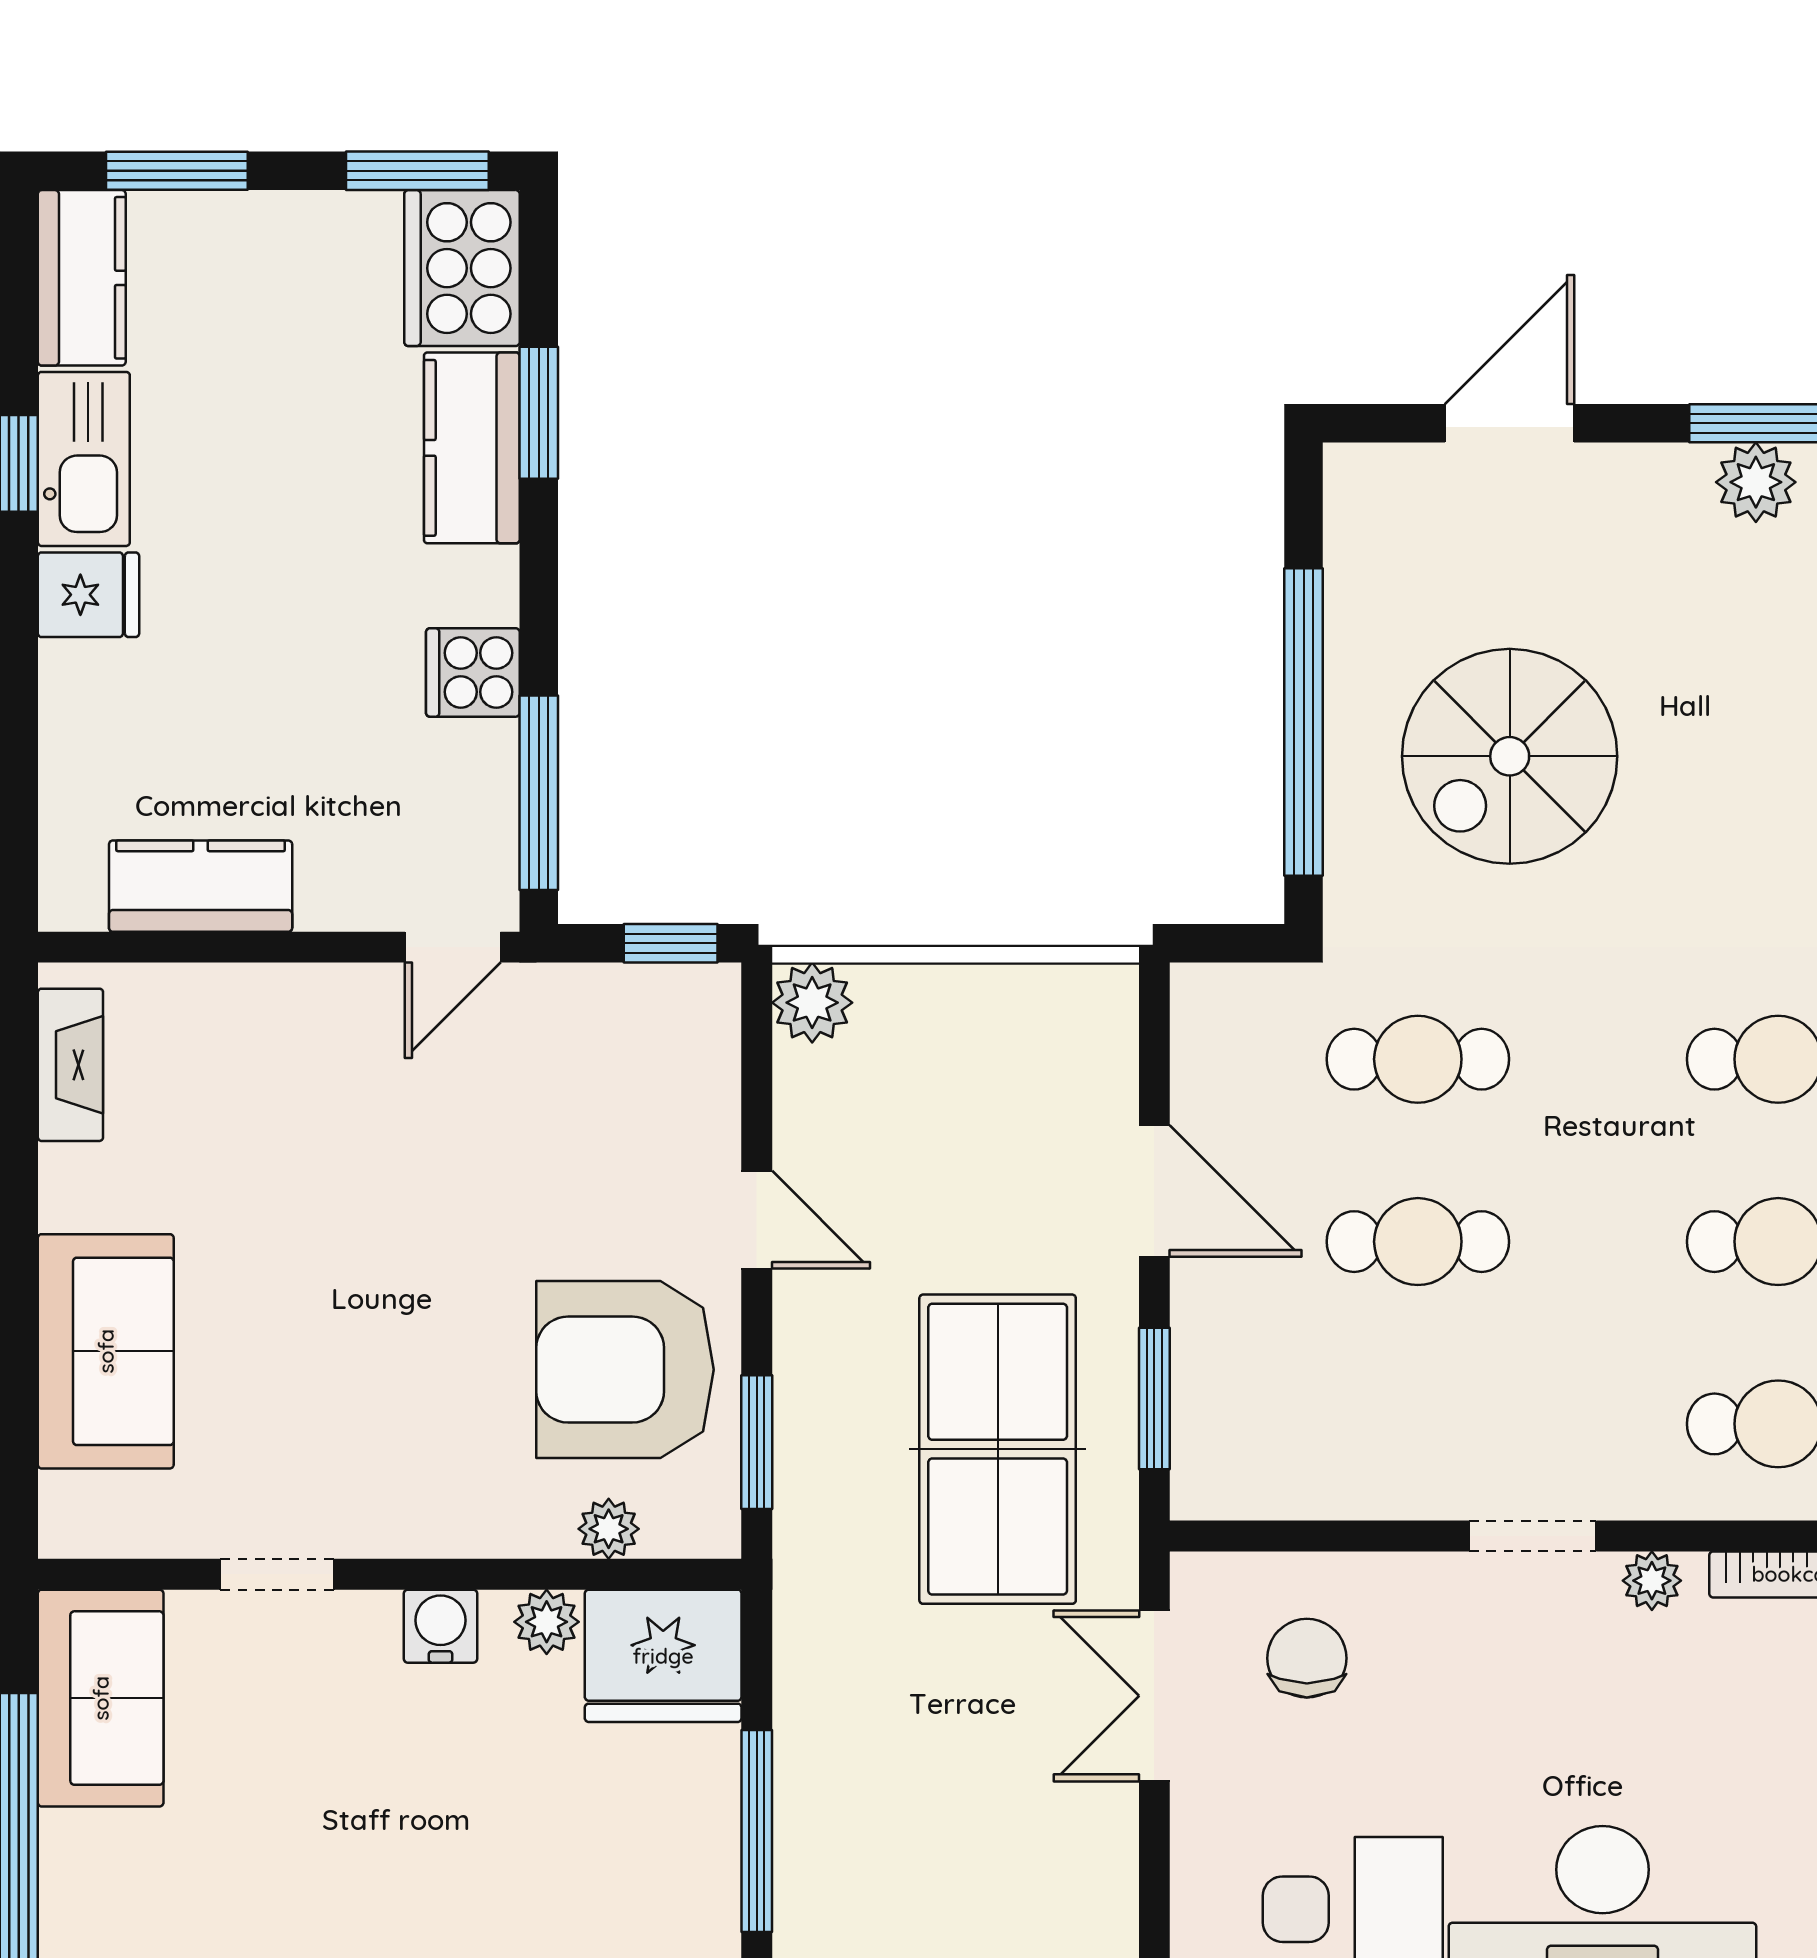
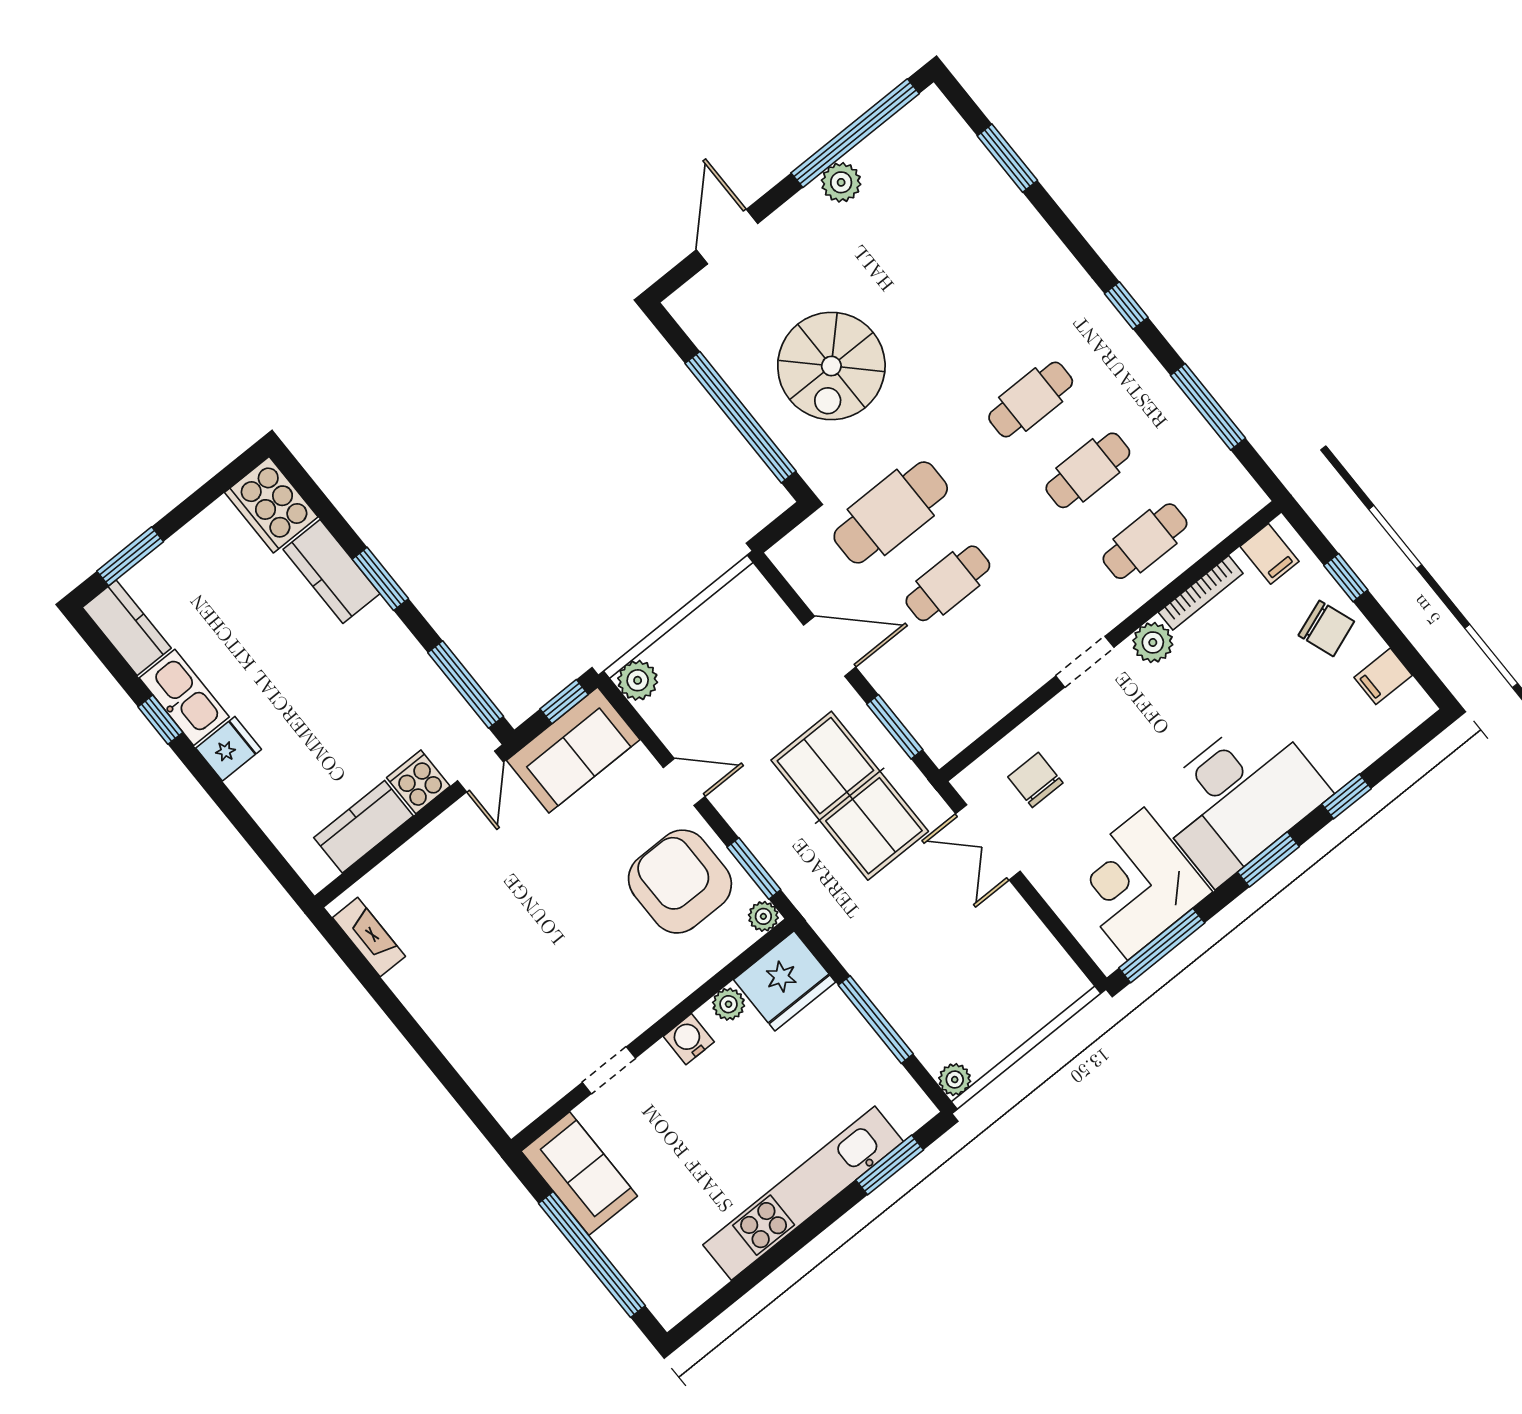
window: (417, 171) -> (223, 481), removed
window: (539, 413) -> (380, 579), moved
cooker: (473, 672) -> (418, 782), moved, turned 90
cafe table: (1418, 1059) -> (891, 512), width x1.37, depth x1.35
sofa: (106, 1351) -> (573, 750), moved, turned 90
armchair: (625, 1370) -> (680, 882), turned 90
plant: (609, 1529) -> (763, 916), moved
plant: (1652, 1581) -> (1153, 642), width x1.38, depth x1.38

